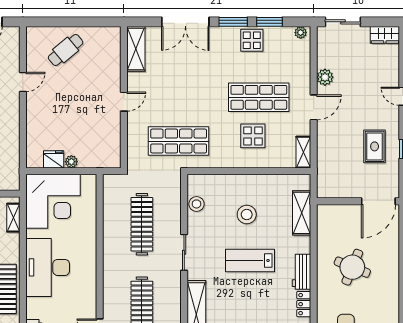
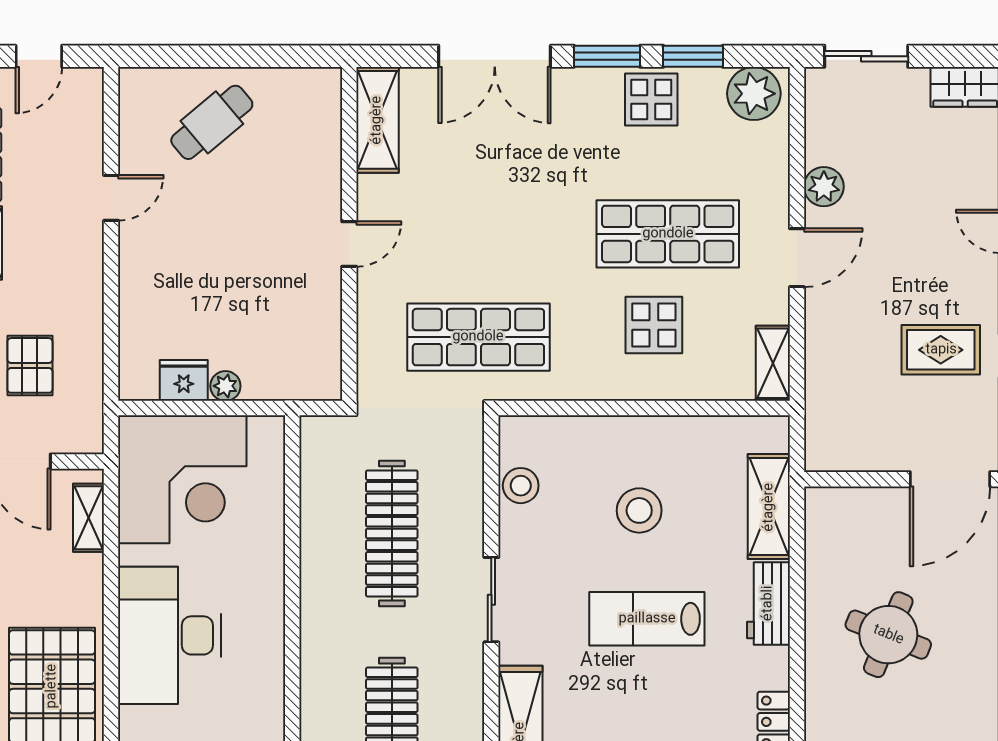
plant: (301, 33) -> (754, 94), width x1.88, depth x1.88
rug: (375, 146) -> (941, 350), turned 90
workbench: (302, 272) -> (768, 603), moved

